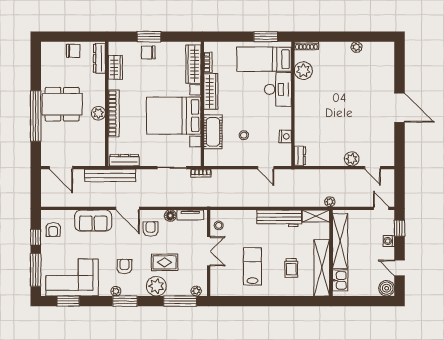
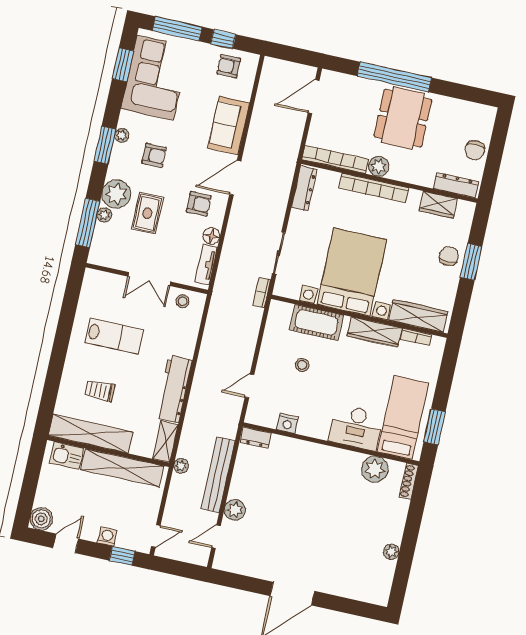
bookcase: (100, 144) -> (335, 159), added
bench: (110, 175) -> (218, 475), moved
plant: (196, 291) -> (104, 215), moved

